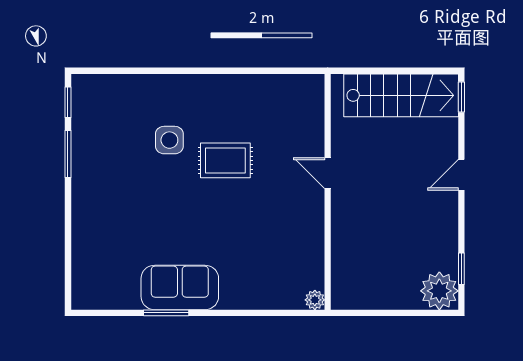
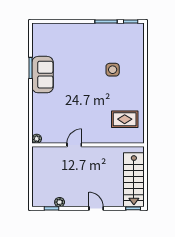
rug: (225, 160) -> (125, 119), moved, turned 90
door: (328, 173) -> (74, 145), moved
plant: (439, 291) -> (60, 202), moved, width x0.53, depth x0.53

